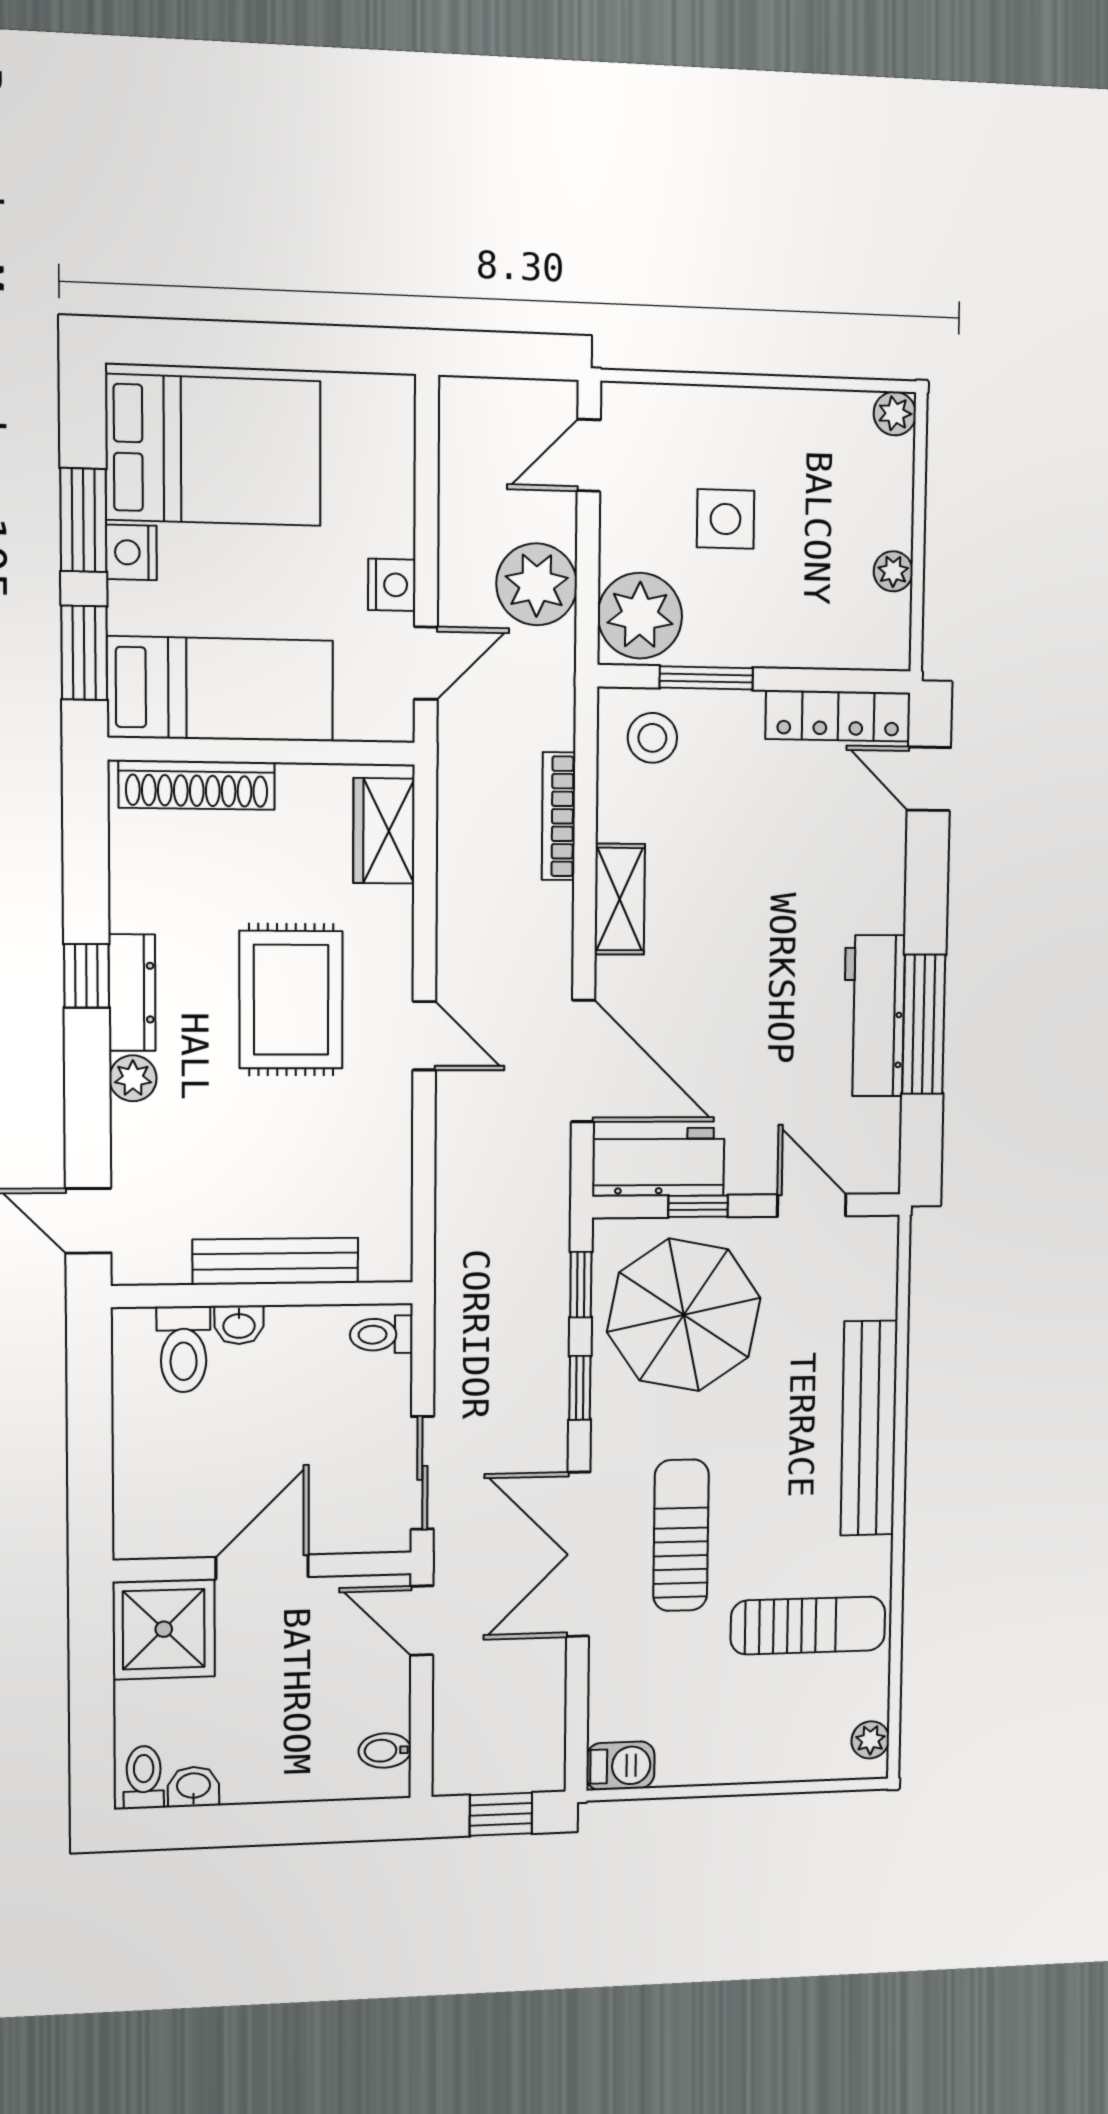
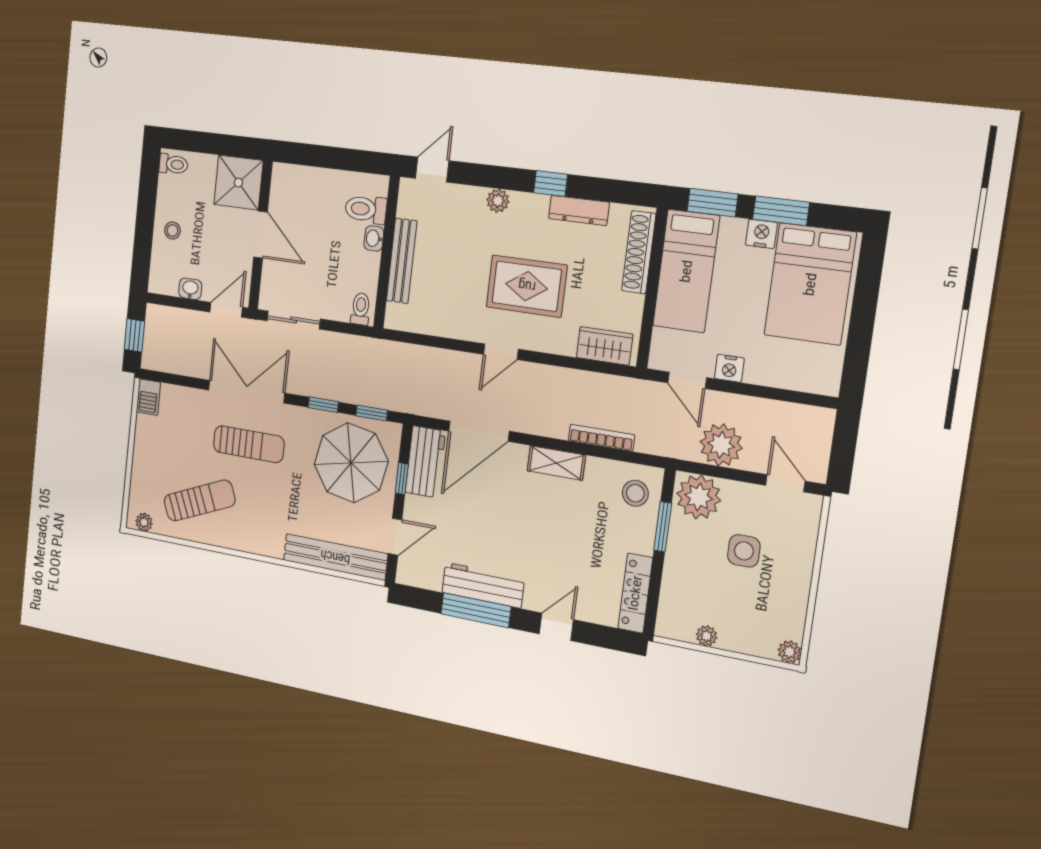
door: (929, 779) -> (556, 627), moved
dresser: (132, 993) -> (579, 210), moved
bench: (869, 1428) -> (335, 557), moved
sun lounger: (808, 1626) -> (200, 500), turned -113
bidet: (385, 1751) -> (170, 283), removed
stool: (278, 1760) -> (172, 230), added
washbasin: (194, 1787) -> (190, 289), moved, turned -90

